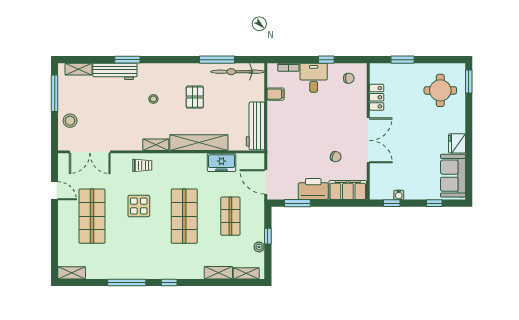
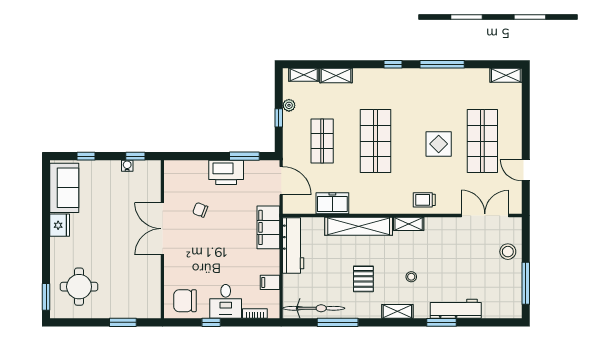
shelving: (79, 69) -> (397, 311), moved
chair: (349, 78) -> (185, 301), width x1.87, depth x1.87
locker: (377, 97) -> (153, 279), removed
filing cabinet: (348, 190) -> (268, 227), moved, turned 90
display table: (139, 206) -> (439, 144), moved

